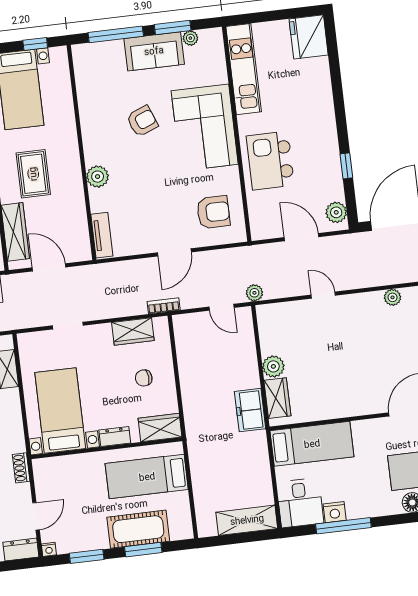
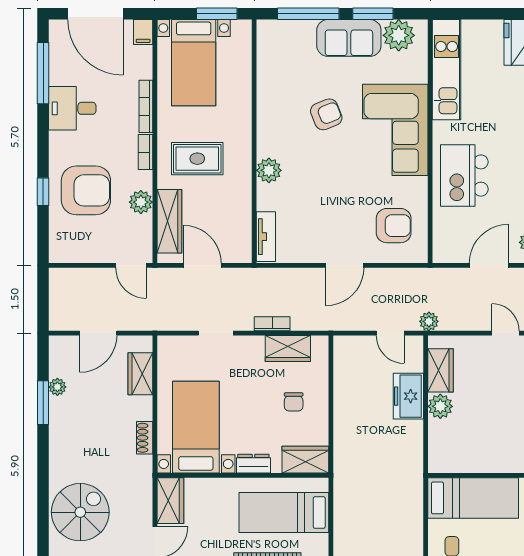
plant: (190, 38) -> (399, 35), width x1.88, depth x1.88
window: (35, 44) -> (217, 14), width x1.50
rug: (33, 174) -> (197, 159), turned 90
door: (302, 237) -> (489, 265), hinge flipped
bookcase: (164, 306) -> (272, 324), moved
chair: (144, 378) -> (294, 402), turned -85
wardrobe: (277, 398) -> (441, 370), moved
freezer: (250, 410) -> (408, 396), moved
shoe rack: (21, 468) -> (145, 438), moved
wardrobe: (45, 478) -> (170, 501), added

